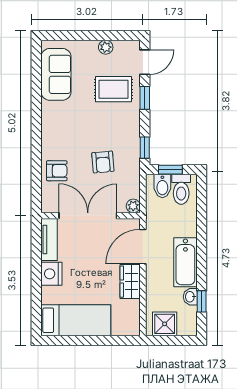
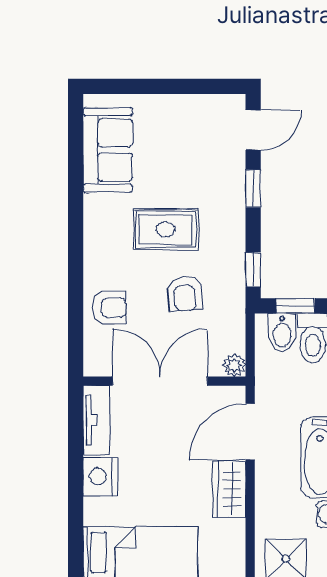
plant: (106, 47) -> (189, 105), removed
rug: (114, 89) -> (166, 229), moved

